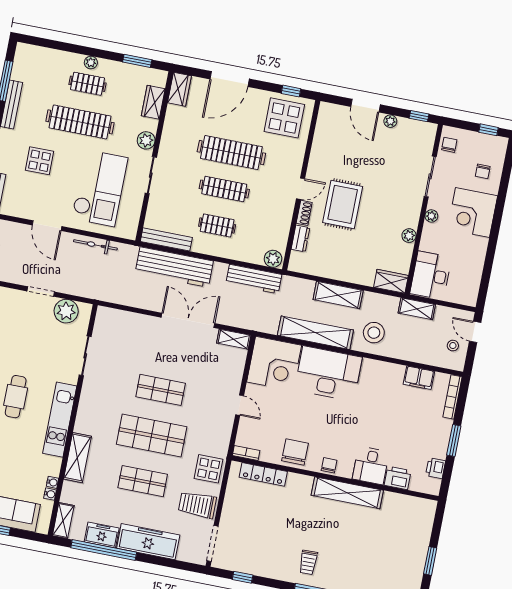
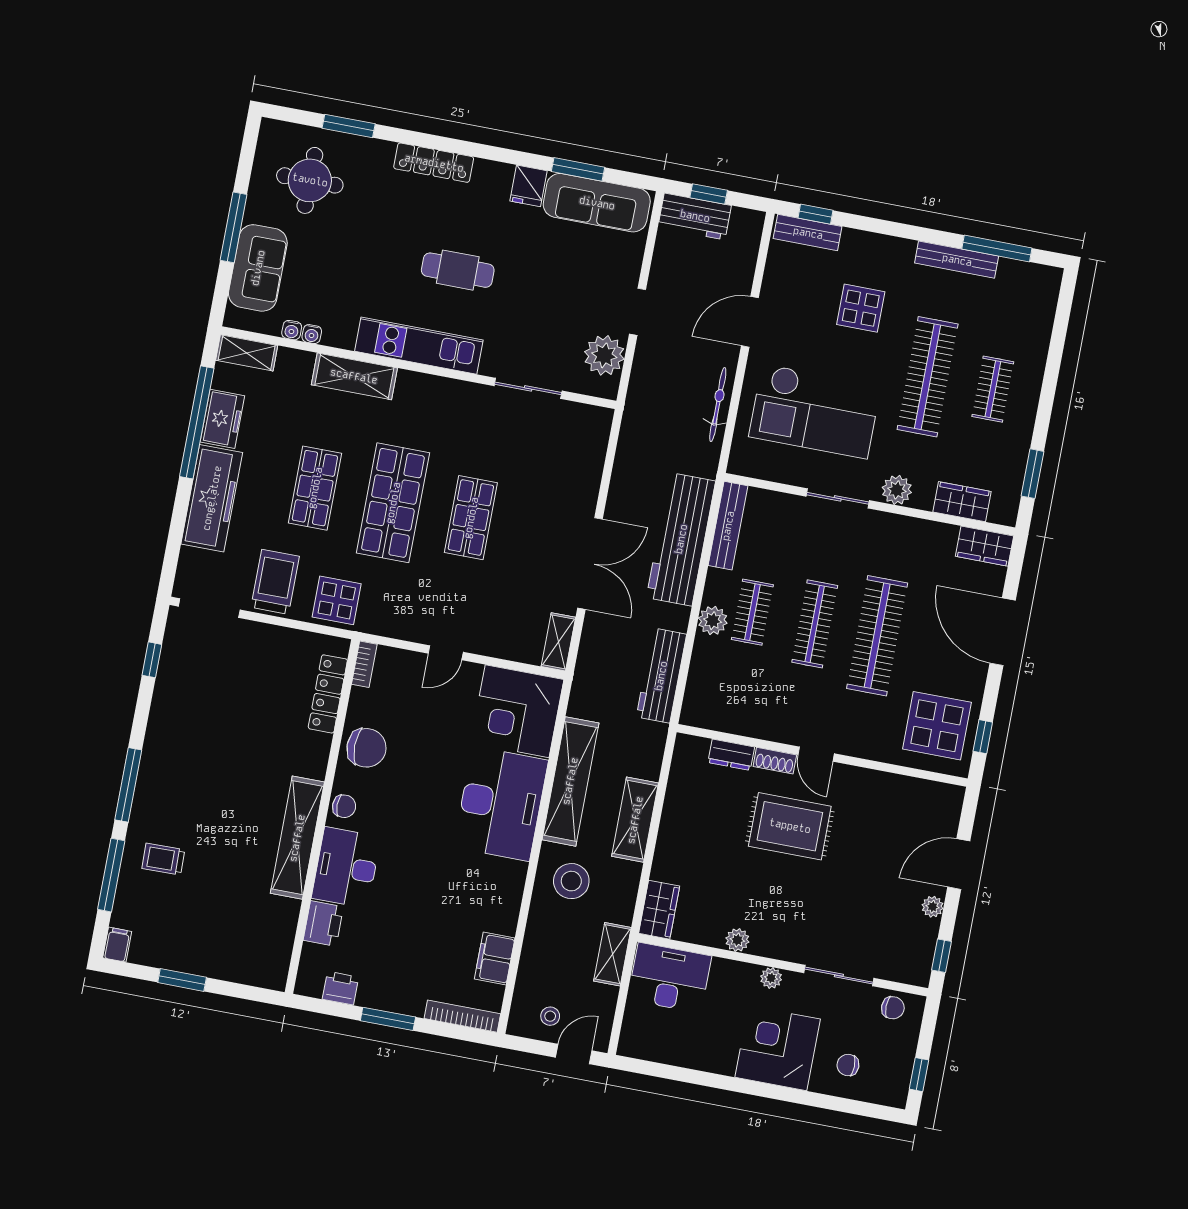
plant: (91, 63) -> (1029, 395), removed
plant: (273, 259) -> (713, 621), moved
desk: (371, 465) -> (346, 868), width x1.37
trolley: (308, 562) -> (163, 859), moved

